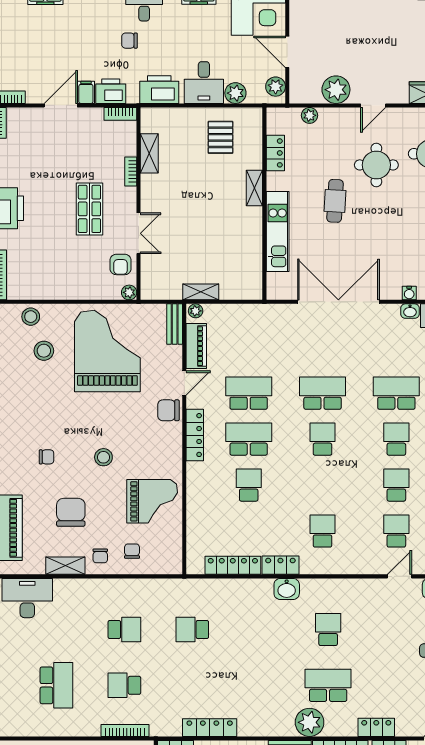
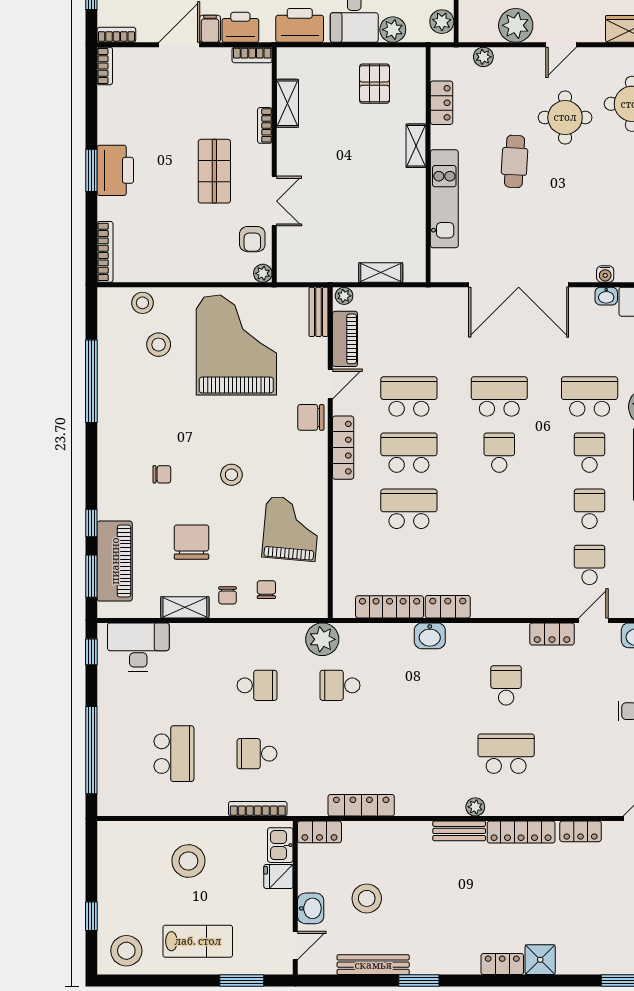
shelving: (201, 292) -> (381, 273), moved
double door: (338, 302) -> (519, 285), swing flipped
school desk: (249, 485) -> (409, 509), width x1.85
grand piano: (152, 501) -> (291, 529), turned -85
school desk: (323, 531) -> (499, 565), removed
washbasin: (287, 589) -> (430, 636), moved
plant: (178, 592) -> (322, 639), added
plant: (310, 722) -> (475, 807), width x0.53, depth x0.53
locker: (376, 727) -> (552, 634), moved, turned 180

